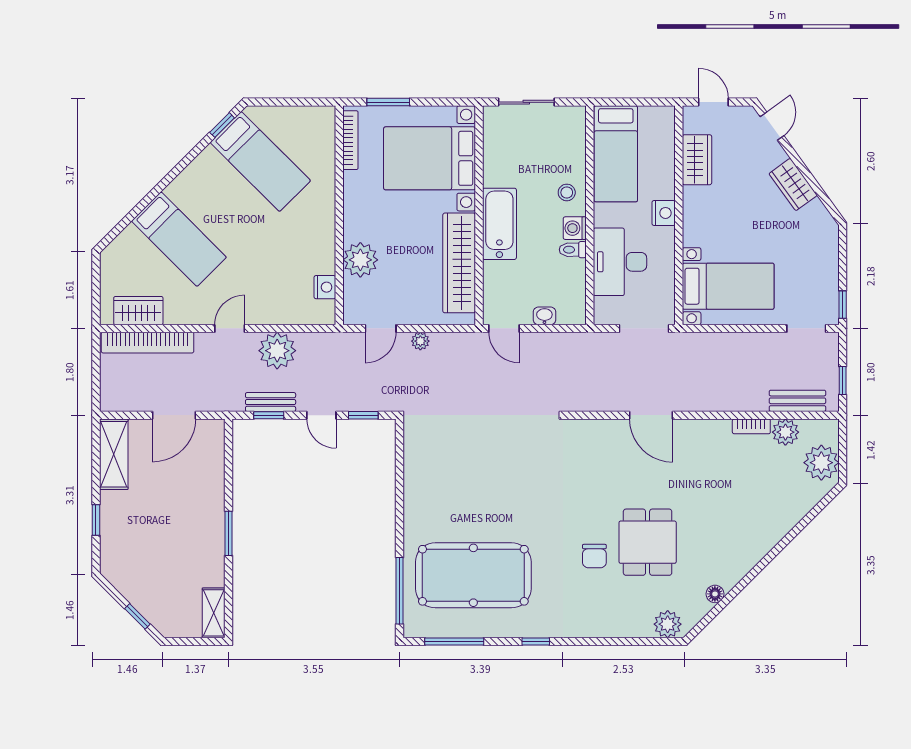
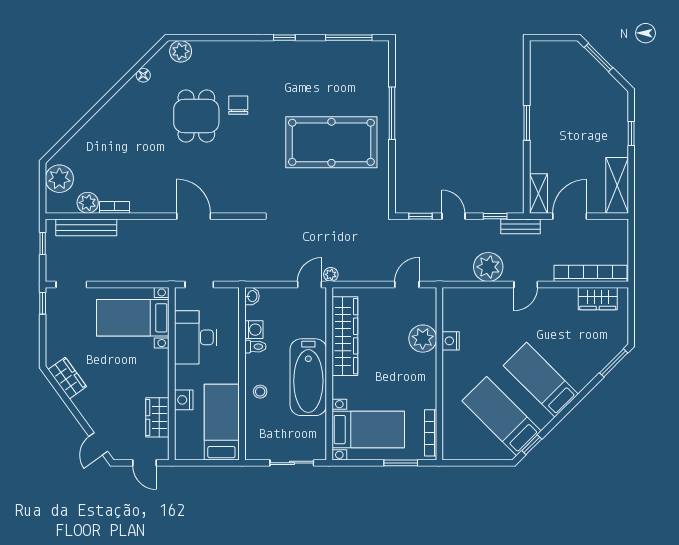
bed with nightstands: (430, 158) -> (368, 430), width x0.73
wardrobe: (793, 184) -> (67, 378), moved
nightstand: (664, 213) -> (184, 400), moved
bathtub: (499, 224) -> (308, 377), width x1.36, depth x1.36
washing machine: (575, 228) -> (254, 330), moved
window: (118, 229) -> (614, 363), added
bed: (179, 239) -> (541, 380), moved
desk: (620, 262) -> (196, 337), moved, turned 180
nightstand: (325, 287) -> (451, 341), moved
washbasin: (544, 316) -> (252, 296), moved, turned -90
door: (504, 328) -> (309, 284), hinge flipped
doorway: (644, 328) -> (199, 284), width x0.73
plant: (420, 341) -> (331, 274), moved
bench: (797, 401) -> (86, 227), width x1.36
bench: (271, 402) -> (521, 226), moved
pool table: (473, 575) -> (331, 142), moved
window: (399, 591) -> (392, 113), moved
shelving: (214, 613) -> (538, 193), moved
window: (137, 616) -> (598, 58), width x1.50

